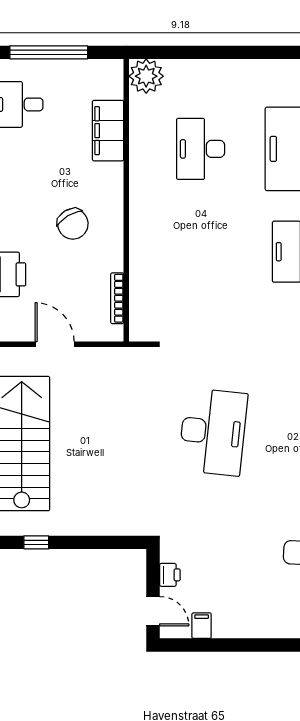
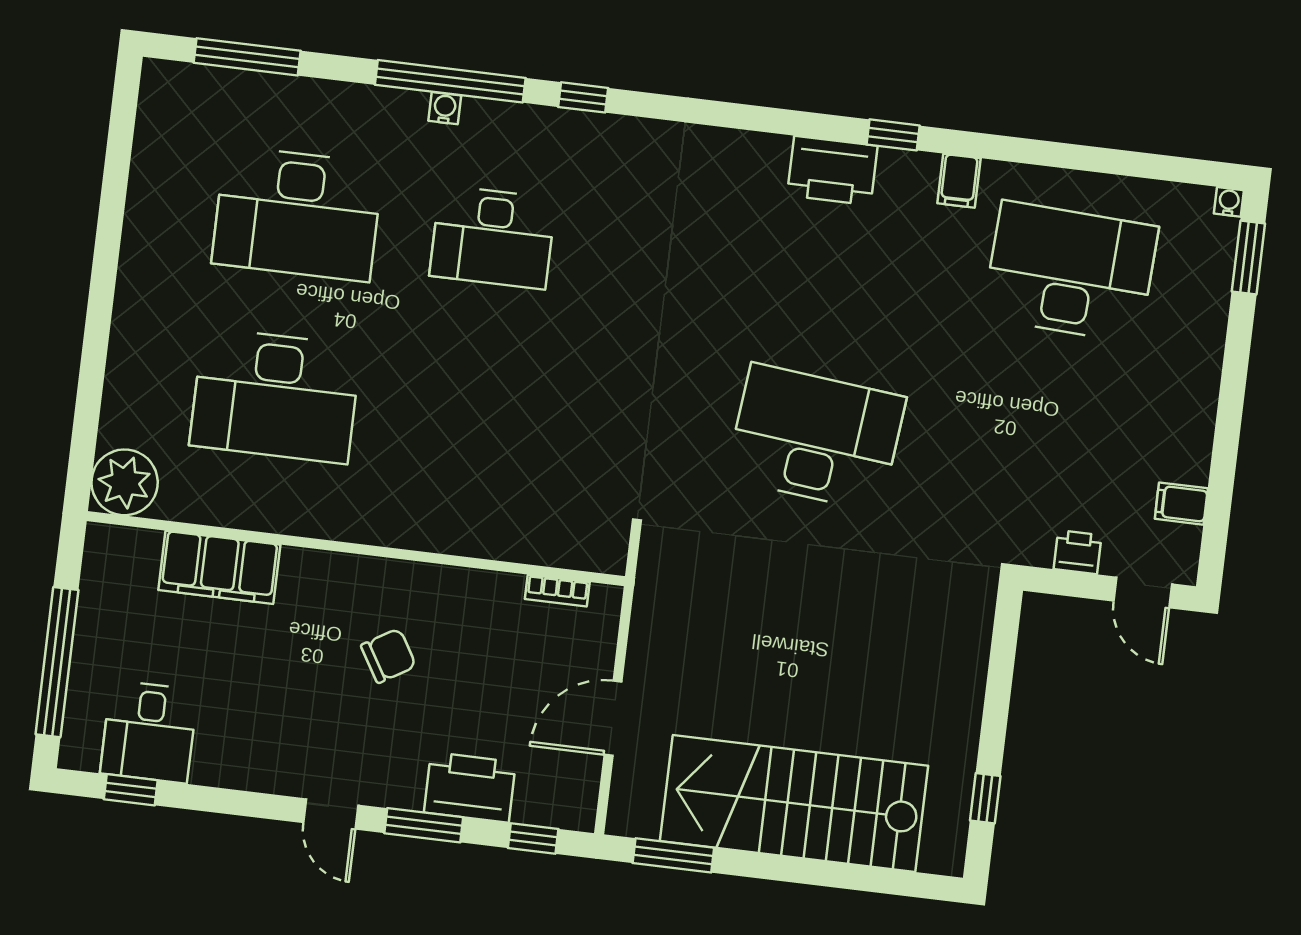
desk: (201, 149) -> (275, 396), width x1.36, depth x1.30
chair: (73, 224) -> (389, 656), width x0.73, depth x0.73
bookcase: (117, 298) -> (557, 591), width x0.64
door: (153, 611) -> (1143, 593), swing flipped

